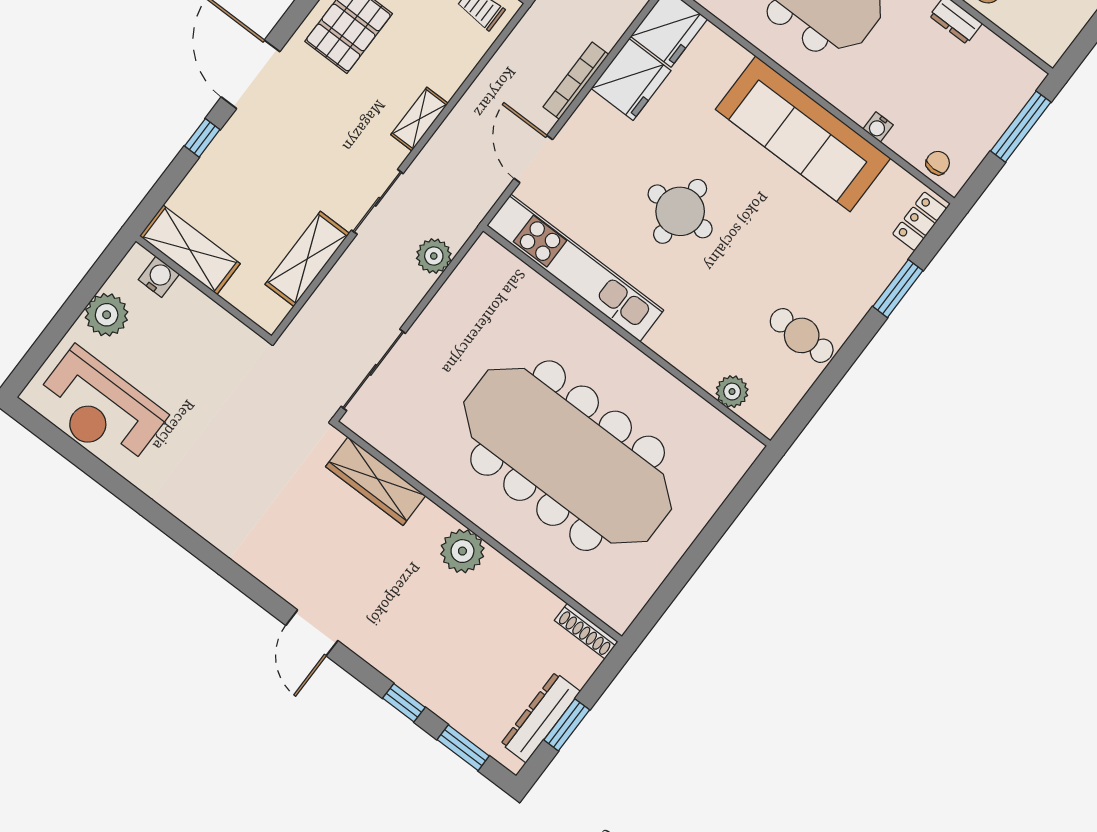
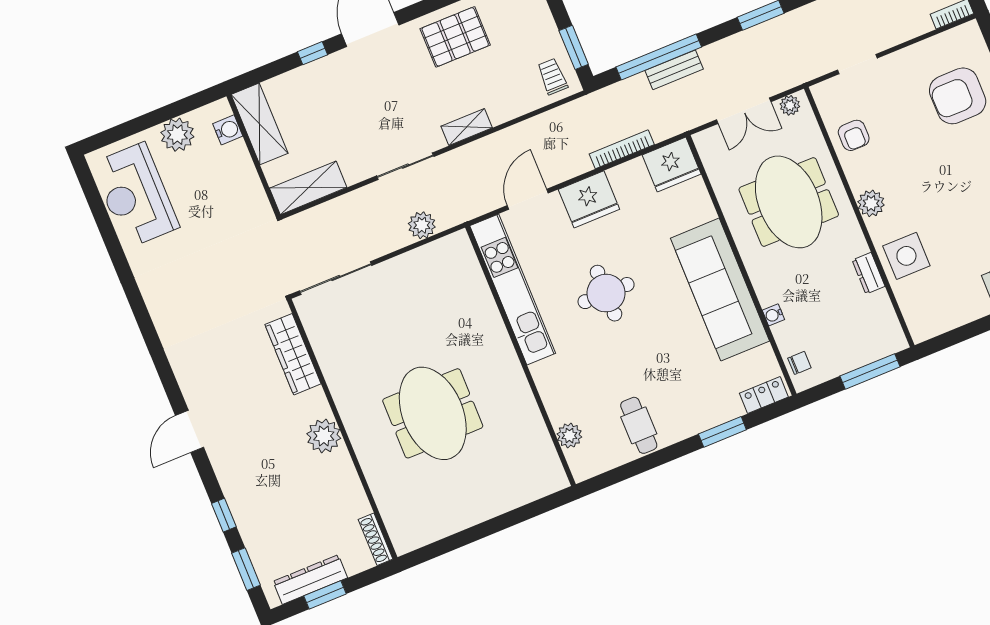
fridge: (631, 79) -> (589, 199), moved
bookcase: (576, 81) -> (622, 149), moved
shelving: (307, 259) -> (308, 188), moved
meeting table: (568, 456) -> (433, 413), width x0.54, depth x0.79

